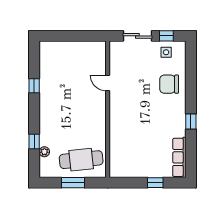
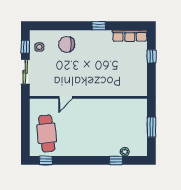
chair: (169, 84) -> (67, 44), turned 90
window: (34, 86) -> (46, 160), moved
cafe table: (81, 160) -> (47, 133), moved

